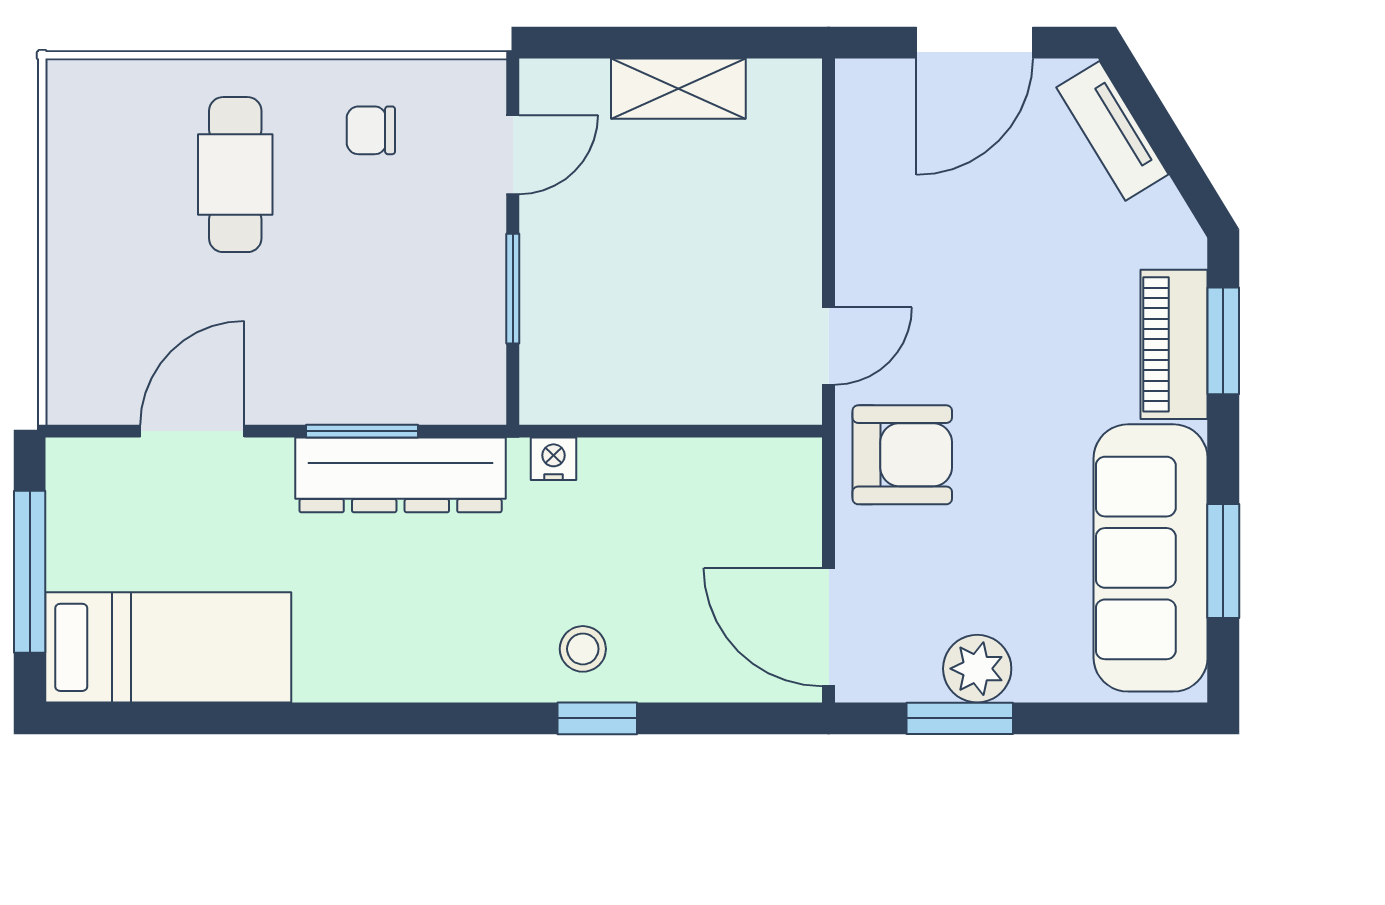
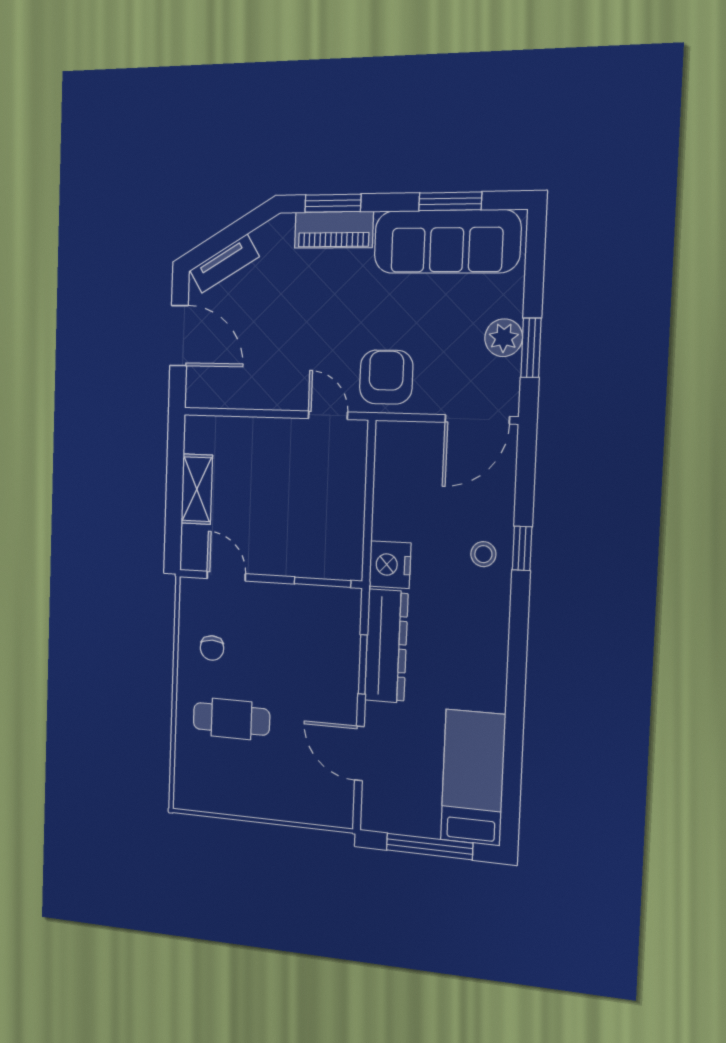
window: (513, 289) -> (322, 582), moved
nightstand: (553, 459) -> (390, 565), width x1.89, depth x1.79

